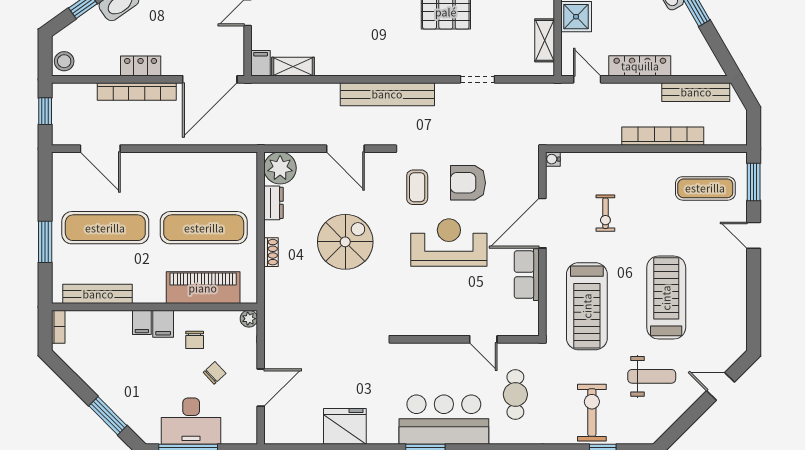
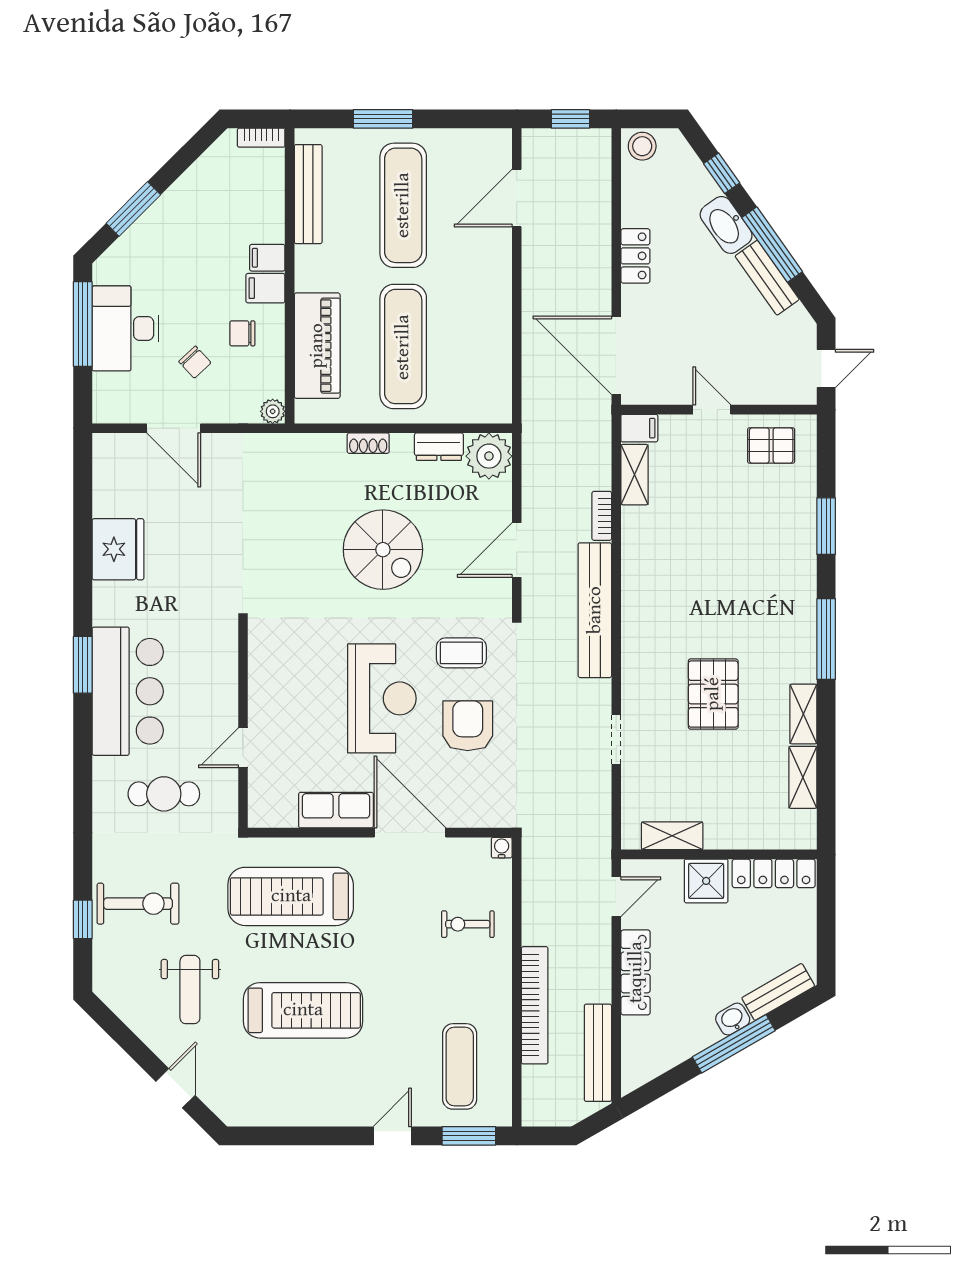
bookcase: (137, 92) -> (602, 516), moved, width x0.43, depth x0.76
exercise bike: (605, 213) -> (468, 924), moved

